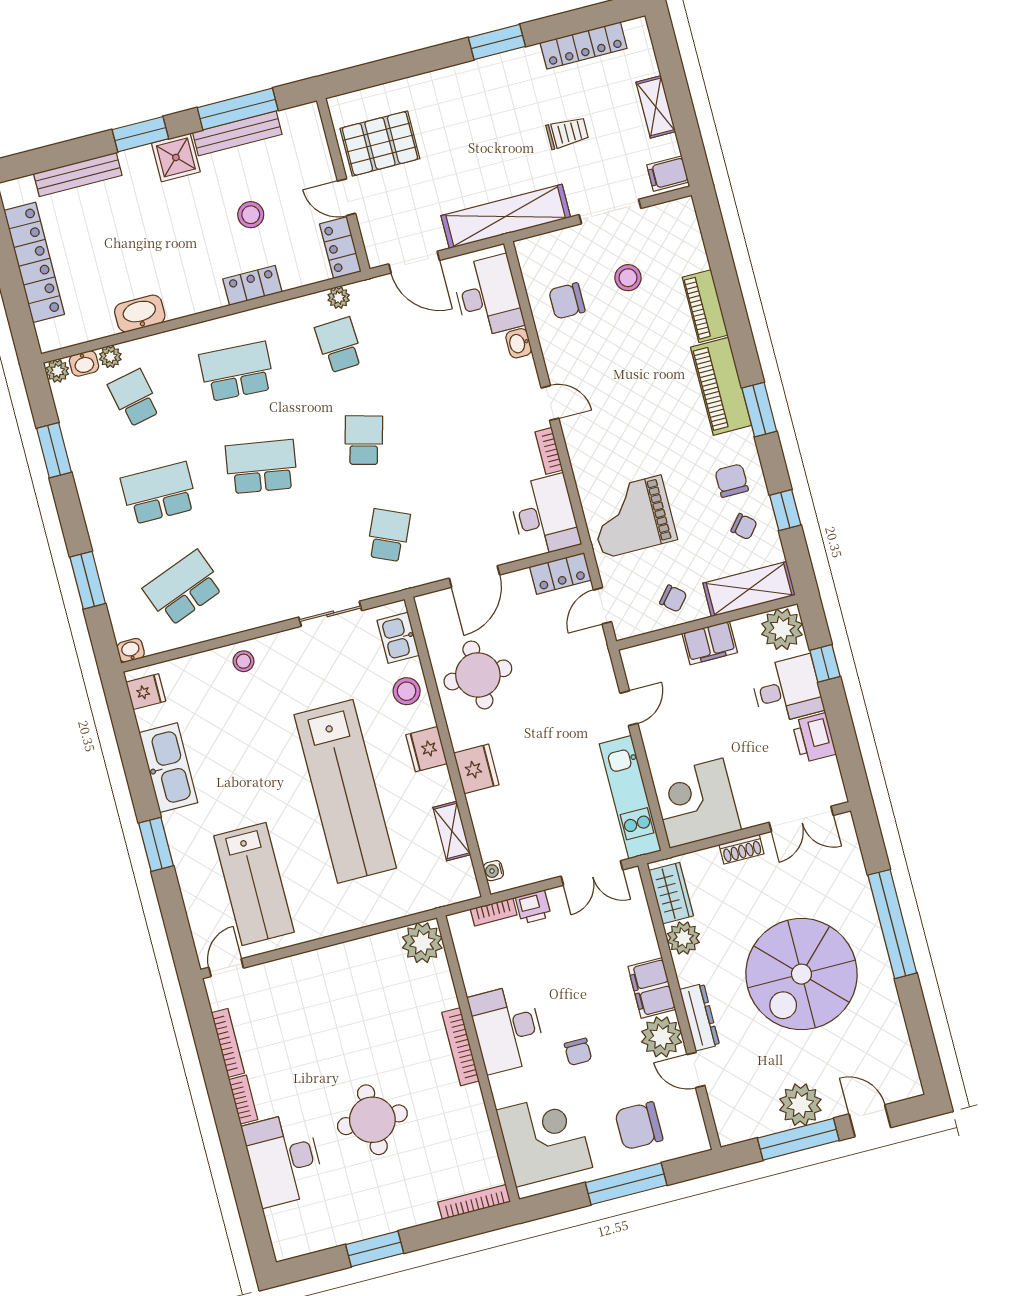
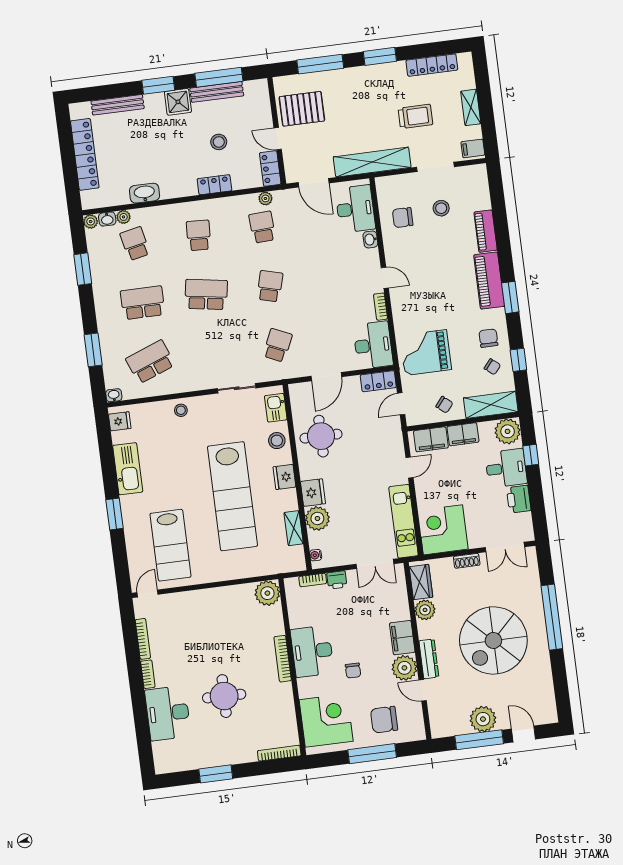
window: (401, 67) -> (320, 64), added
trolley: (567, 133) -> (415, 116), width x1.36, depth x1.39
school desk: (237, 372) -> (199, 235), width x0.54
filing cabinet: (658, 658) -> (431, 439), added
plant: (489, 810) -> (317, 518), added

